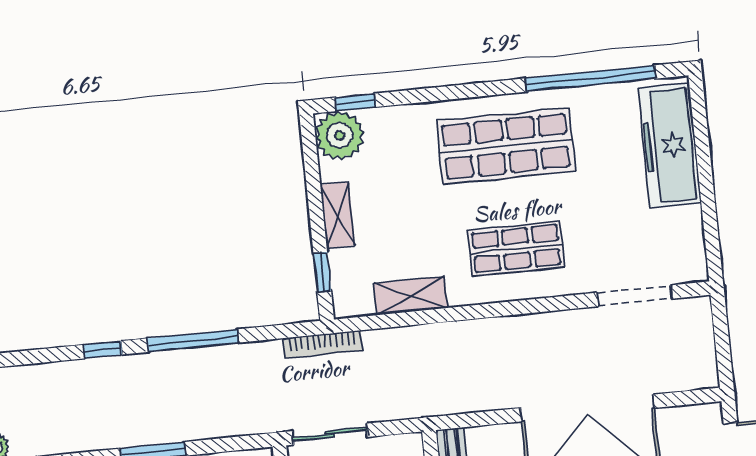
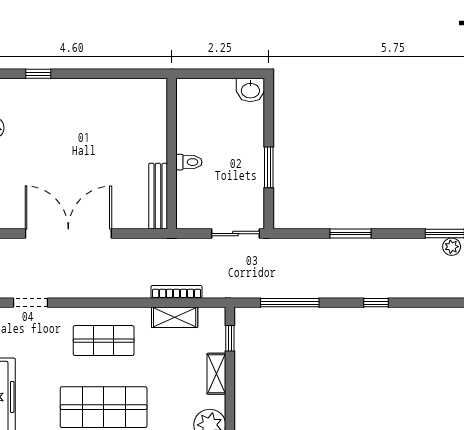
doorway: (635, 296) -> (31, 303), width x0.73
window: (193, 341) -> (290, 303), moved
bookcase: (323, 344) -> (177, 292), moved

